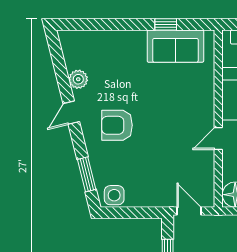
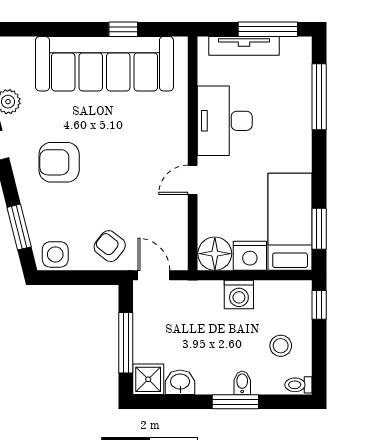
sofa: (175, 46) -> (104, 64), width x1.85, depth x1.27
armchair: (155, 189) -> (110, 246), added

